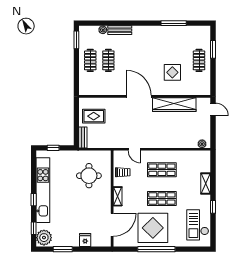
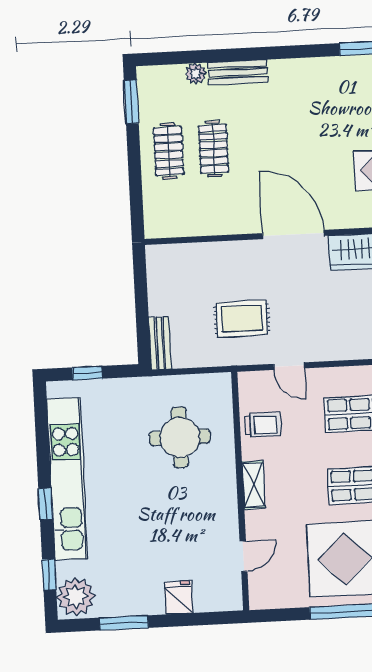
rug: (94, 116) -> (242, 319), moved
door: (112, 225) -> (244, 556), width x0.53

